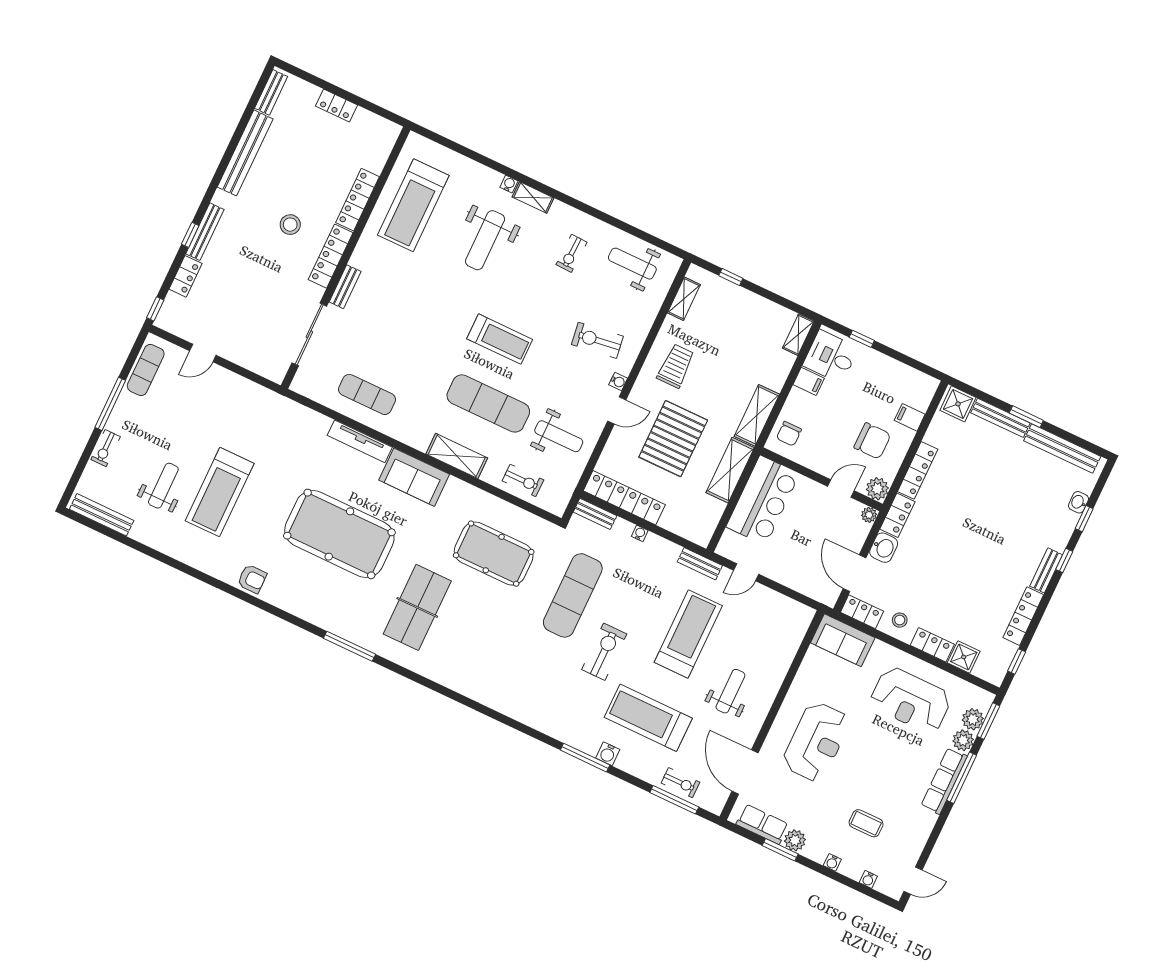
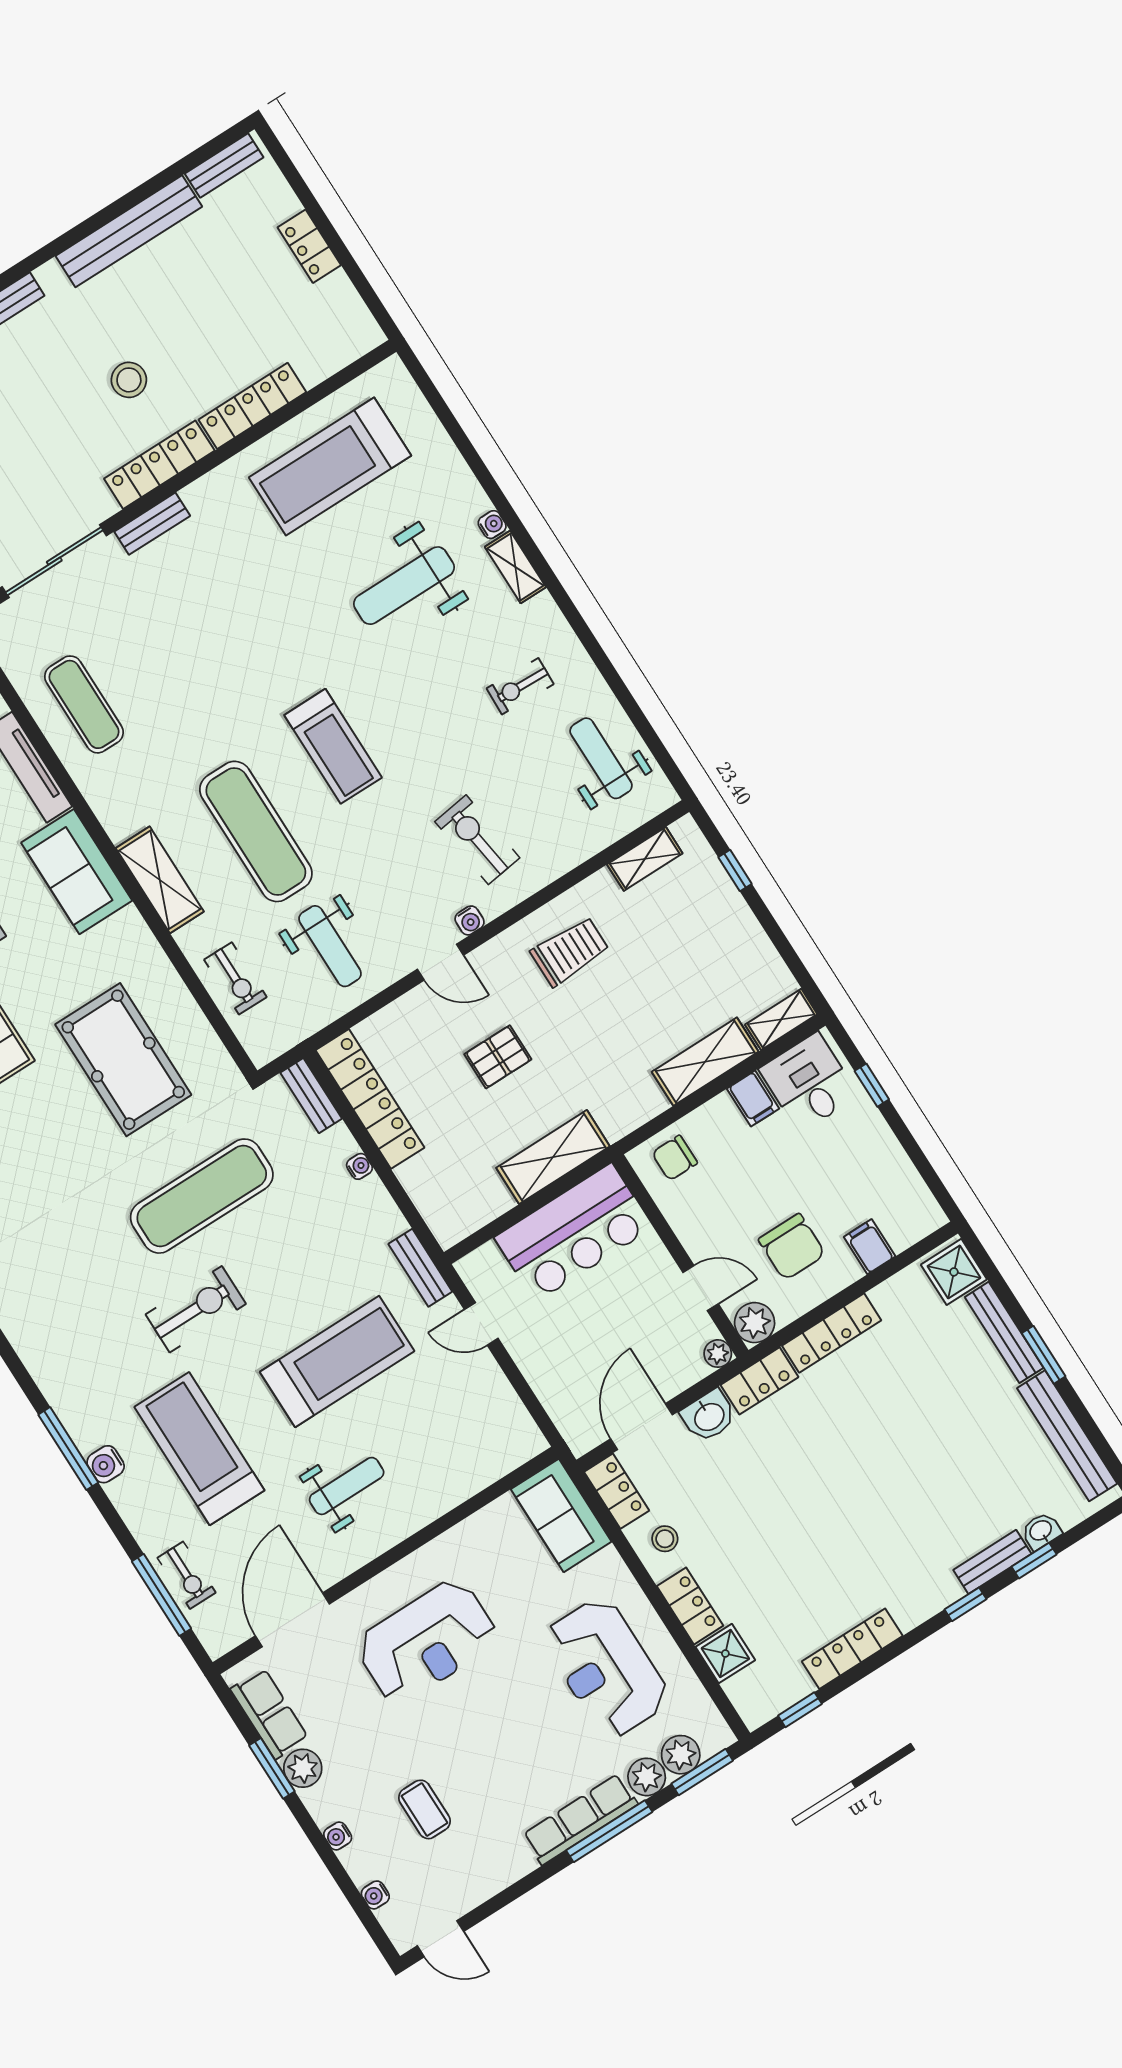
shelving: (757, 415) -> (705, 1062), moved
pallet: (673, 439) -> (498, 1057), width x0.49, depth x0.50
bench: (1046, 570) -> (992, 1562), moved

